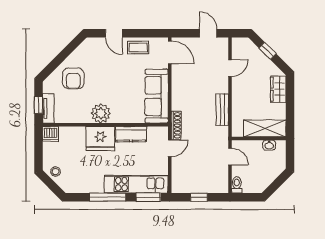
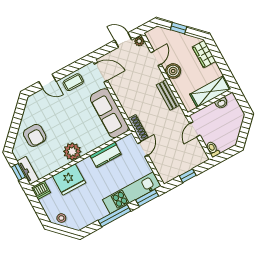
plant: (223, 43) -> (139, 41), added
boiler: (240, 89) -> (173, 71), added
fridge: (100, 139) -> (69, 179), moved
door: (230, 157) -> (195, 129), swing flipped

